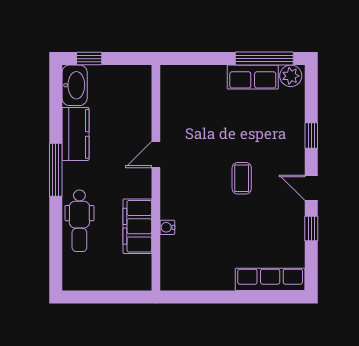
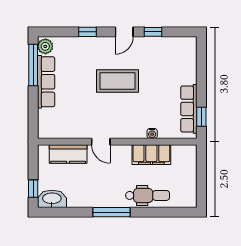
row of seats: (253, 77) -> (46, 82), width x1.48
kitchen counter: (75, 134) -> (68, 154), moved, turned 180
coffee table: (242, 178) -> (118, 81), width x1.86, depth x1.72
row of seats: (270, 279) -> (189, 109), moved
window: (191, 297) -> (201, 117), added

